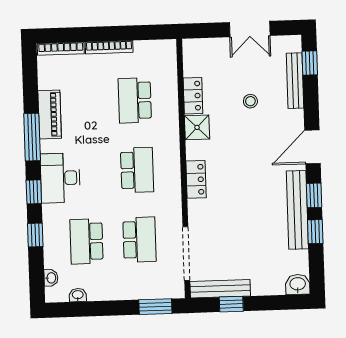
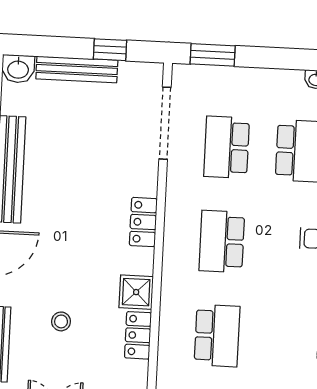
bench: (220, 289) -> (77, 69), moved

